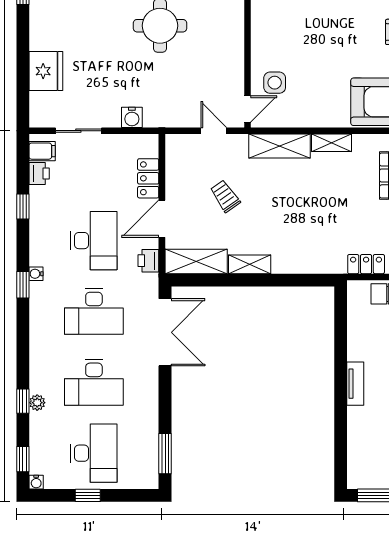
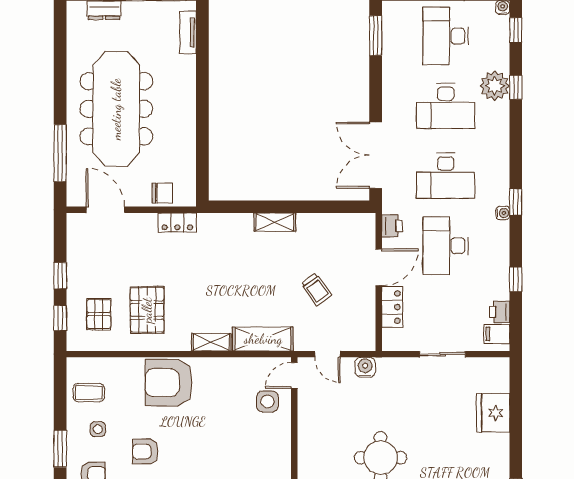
water cooler: (132, 117) -> (365, 367), moved
sliding door: (78, 131) -> (443, 354), moved
shelving: (196, 261) -> (345, 225), removed
shelving: (250, 264) -> (275, 222), moved
desk: (94, 311) -> (446, 176), turned 180
desk: (94, 382) -> (446, 106), turned 180
tv unit: (355, 384) -> (188, 32), moved
plant: (37, 403) -> (495, 86), width x1.88, depth x1.88

